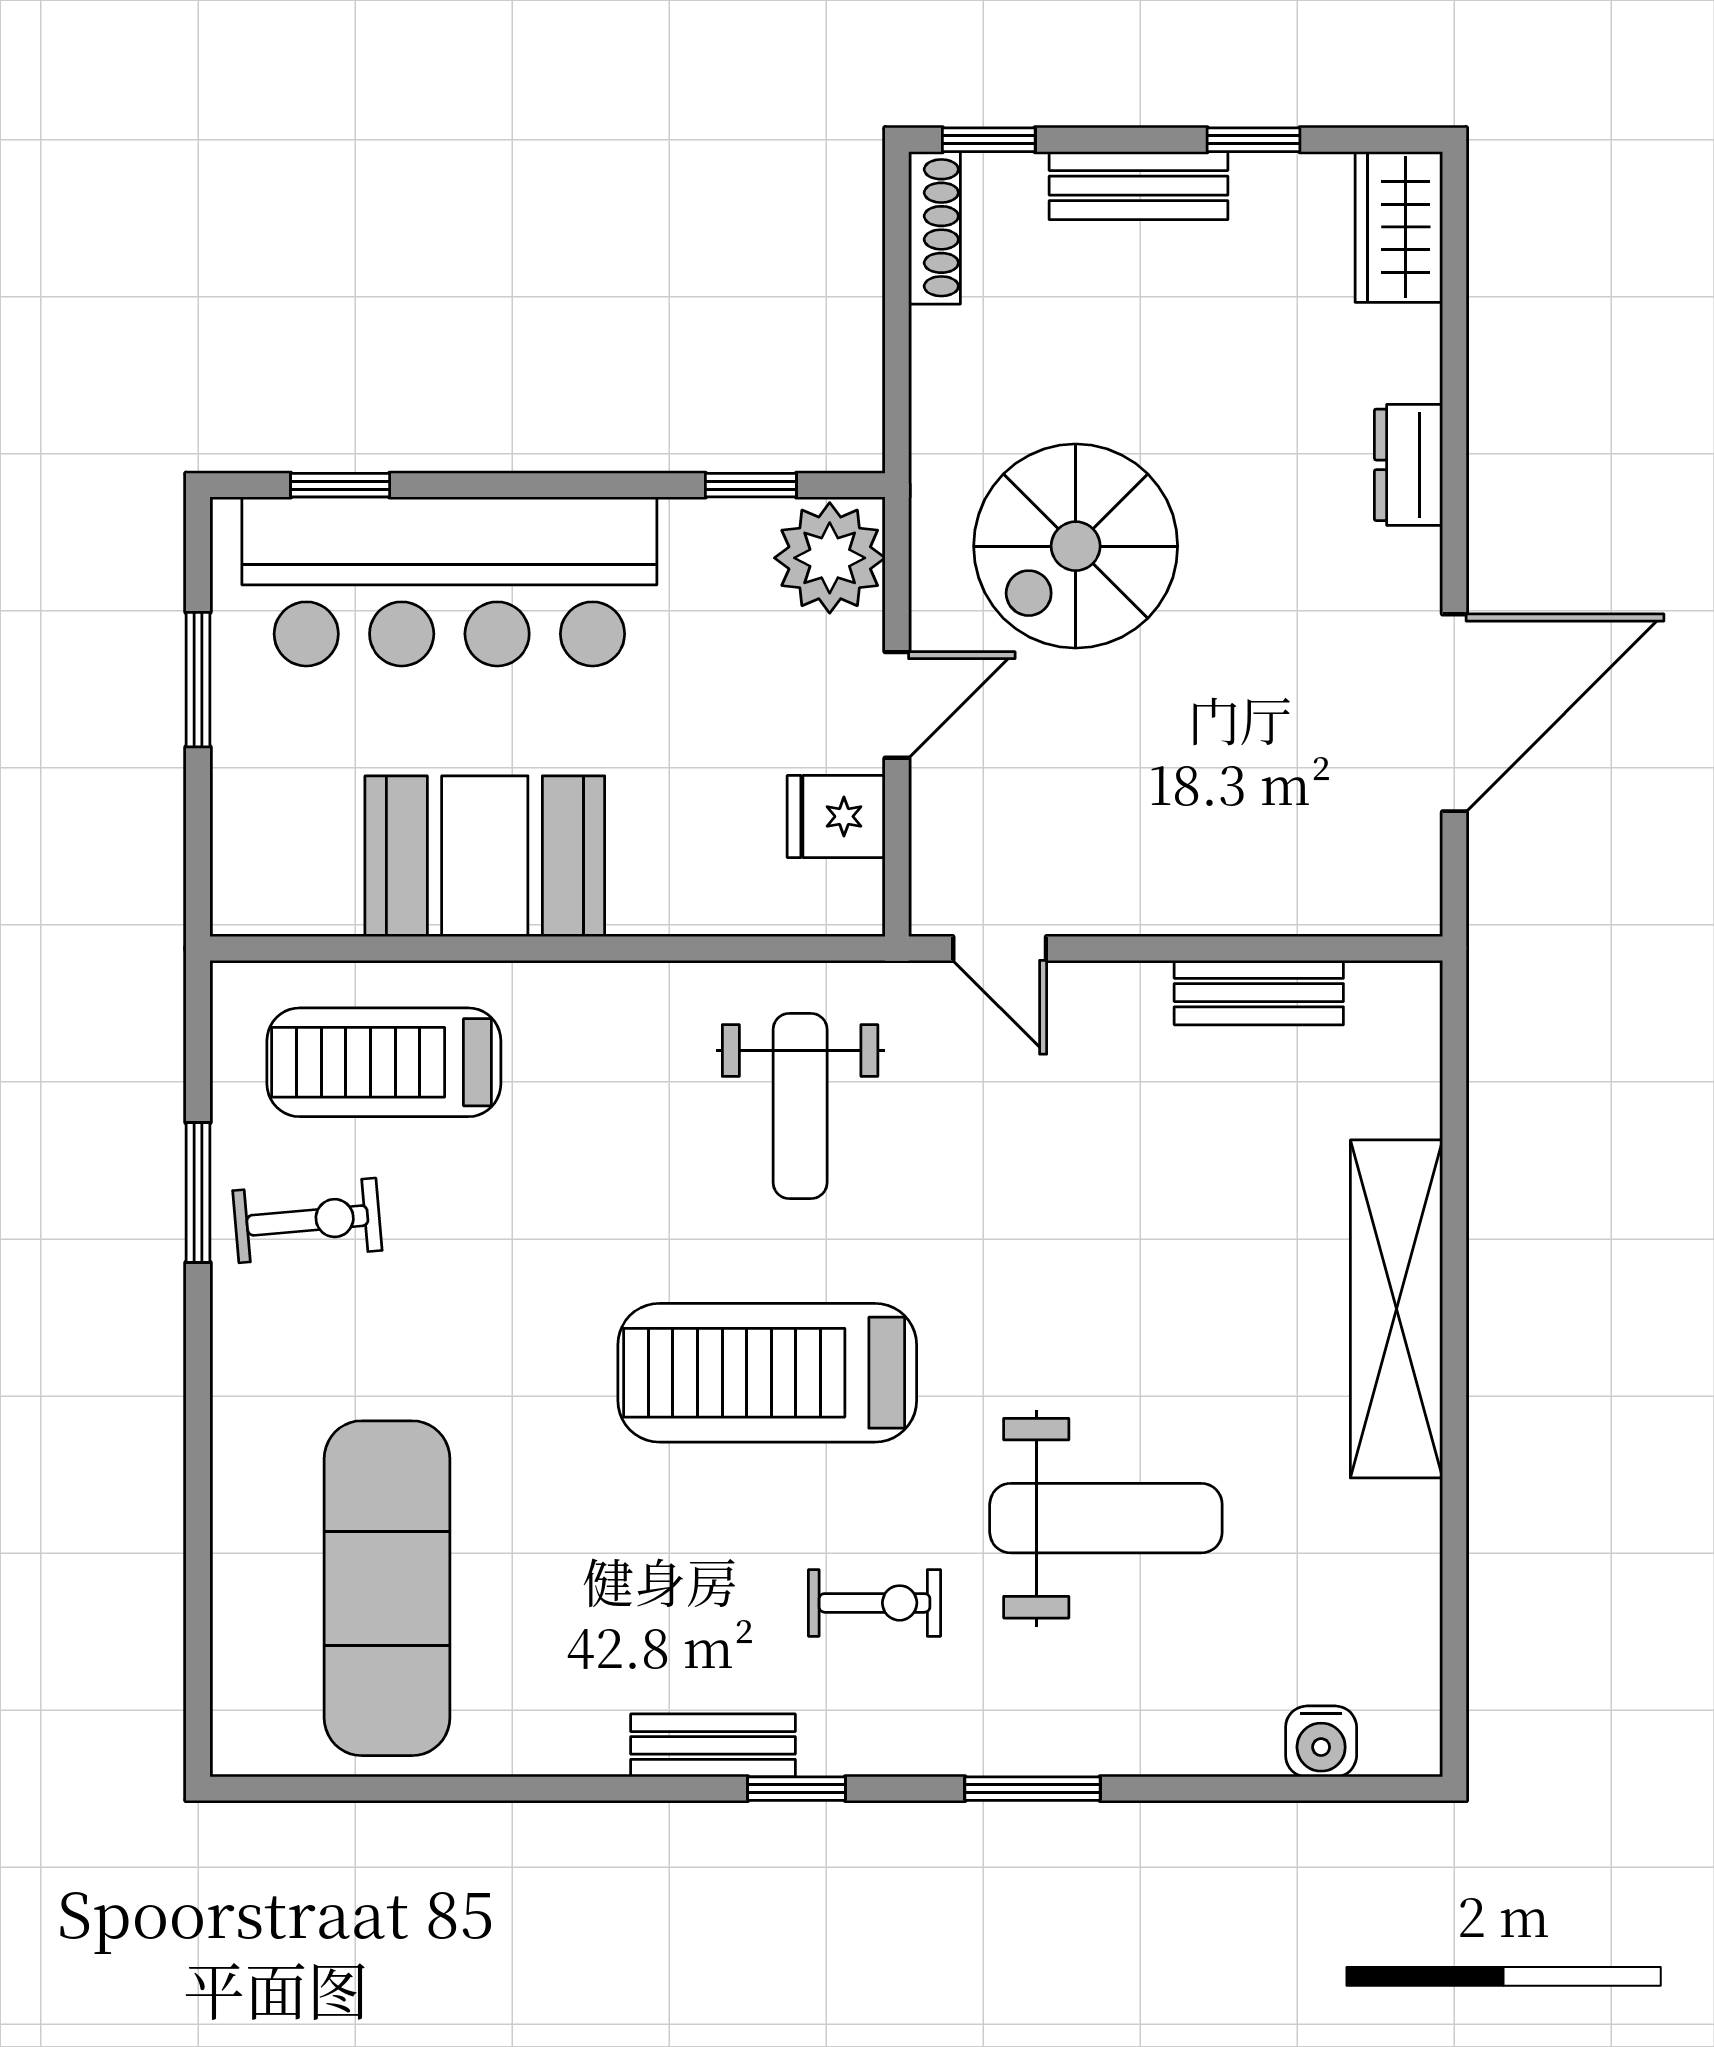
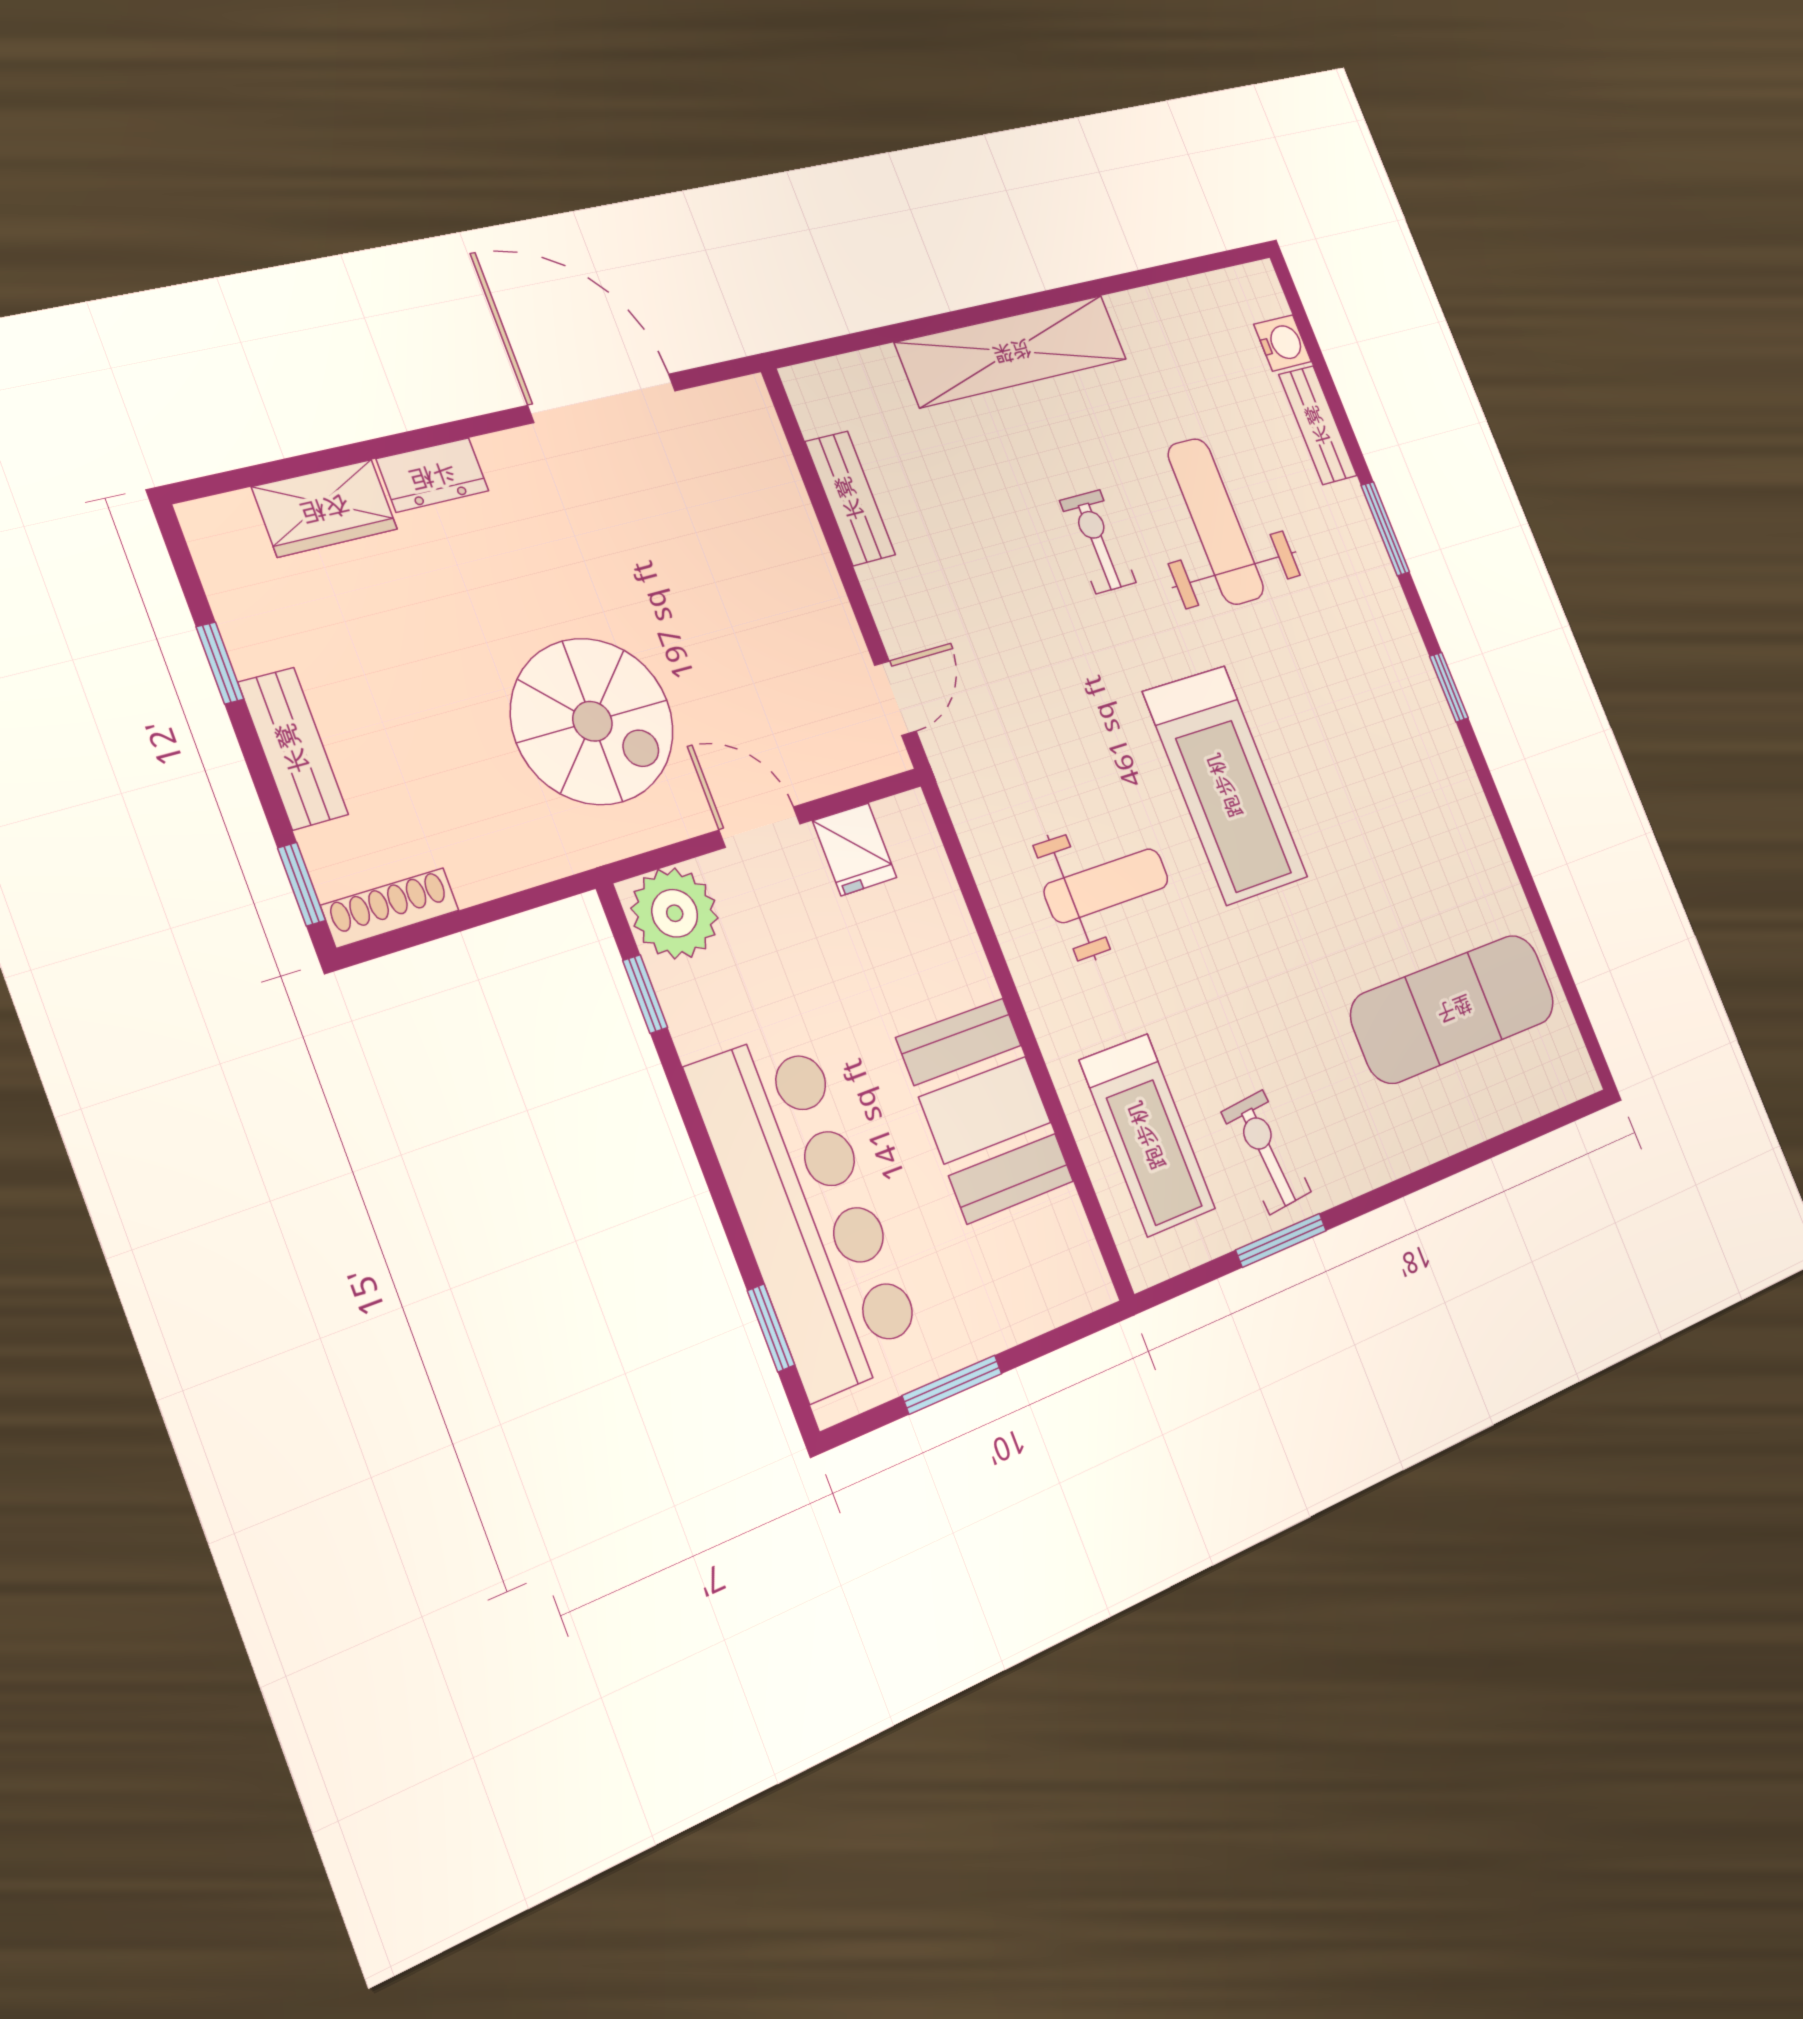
wardrobe: (1399, 227) -> (325, 508), moved
weight bench: (800, 1106) -> (1106, 886), moved
exercise bike: (874, 1603) -> (1098, 542), moved
bench: (713, 1745) -> (1318, 425), moved

